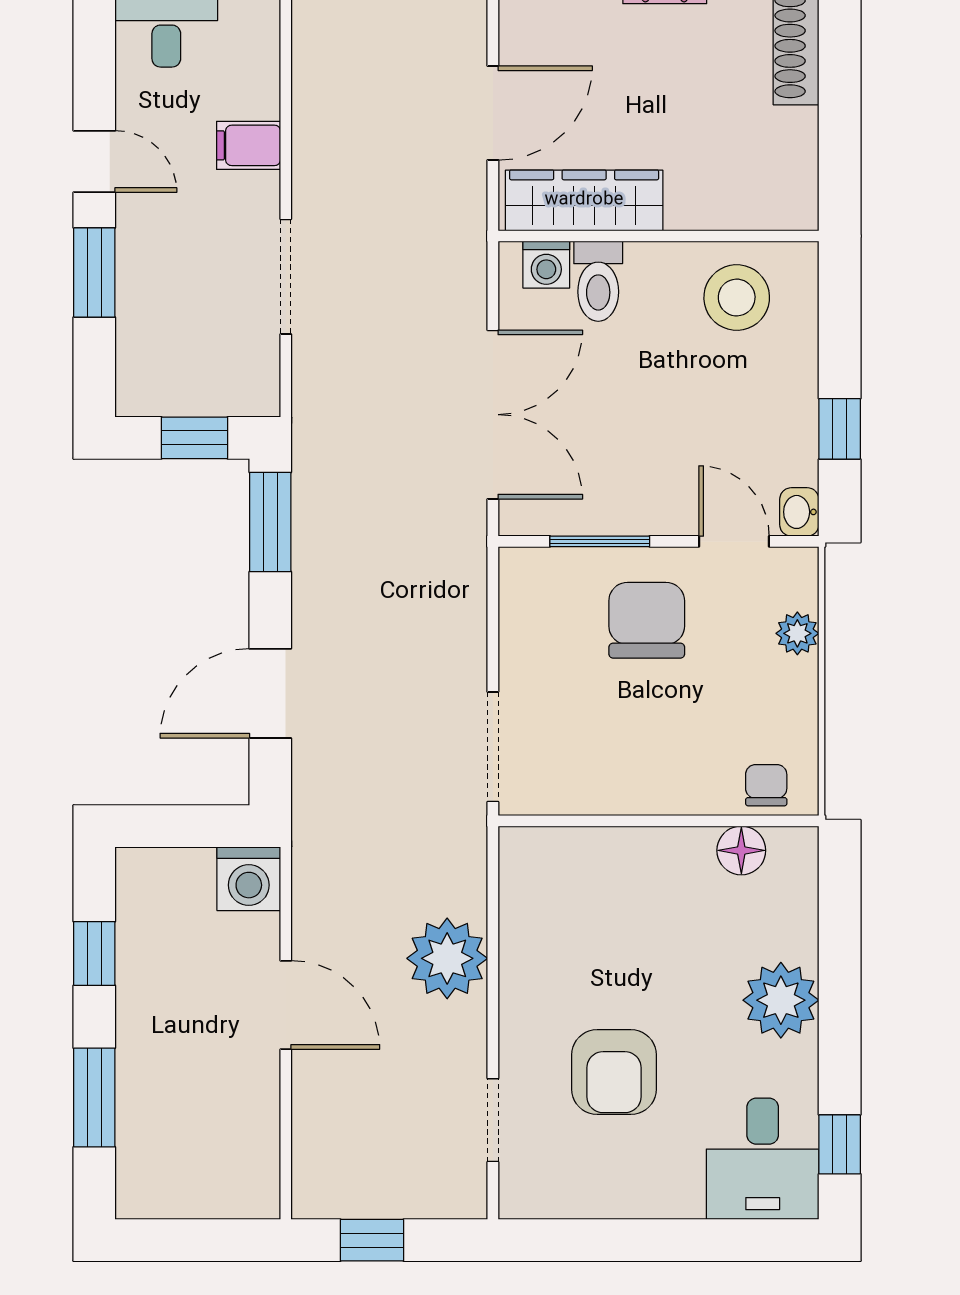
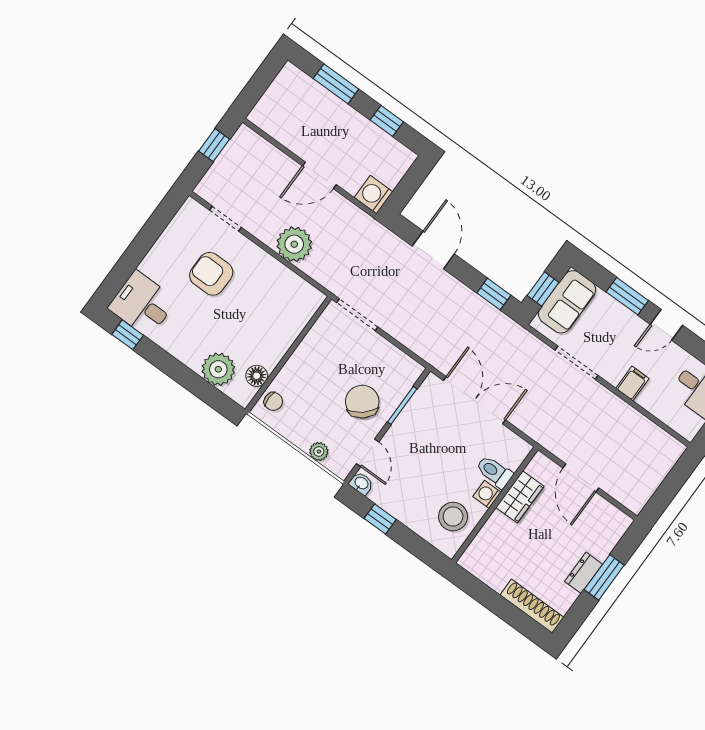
wardrobe: (584, 200) -> (520, 497), width x0.67
washing machine: (546, 265) -> (487, 494), moved
sofa: (186, 376) -> (567, 302), added
double door: (493, 415) -> (474, 400), swing flipped
window: (270, 522) -> (494, 294), width x0.67
door: (734, 541) -> (368, 453), hinge flipped
chair: (647, 620) -> (362, 402), turned -130
plant: (781, 1000) -> (218, 369), moved

